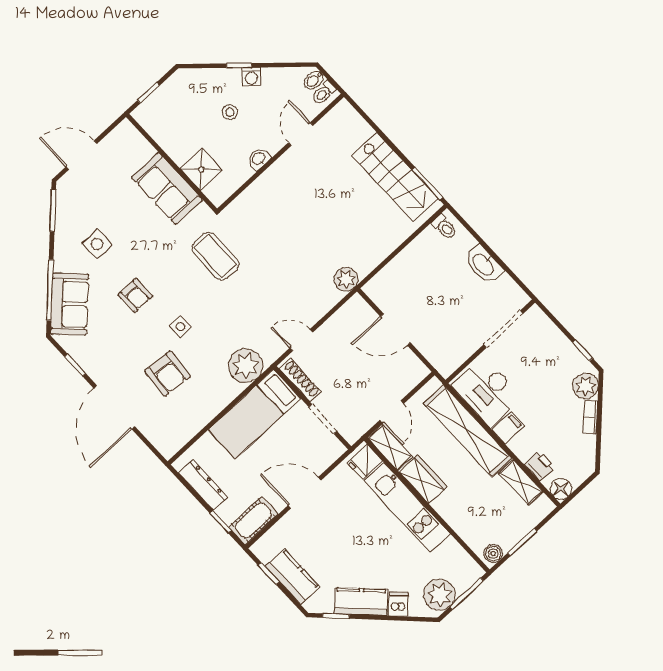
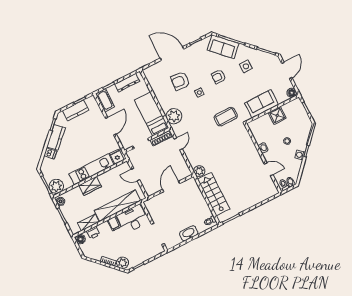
floor lamp: (125, 131) -> (292, 93), added
shower: (201, 169) -> (277, 115), moved
stairs: (395, 177) -> (214, 194), moved, turned 90
shelving: (390, 447) -> (120, 169), removed
wardrobe: (423, 479) -> (90, 186), moved
plant: (440, 595) -> (56, 186), moved

